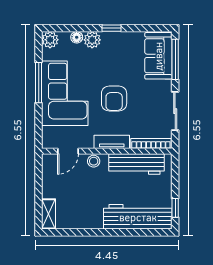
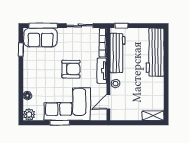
window: (112, 28) -> (21, 49), moved
plant: (92, 40) -> (29, 85), removed
window: (39, 83) -> (60, 123), width x0.69
door: (68, 151) -> (108, 102), swing flipped
window: (175, 208) -> (121, 26), moved

